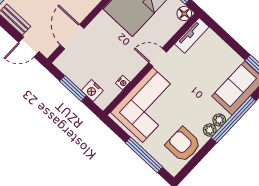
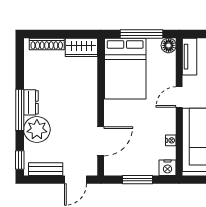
door: (72, 37) -> (101, 141), swing flipped
nightstand: (92, 91) -> (168, 168), moved

